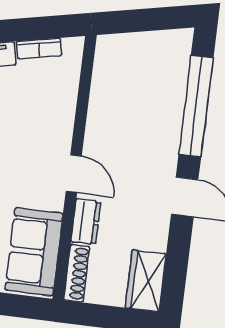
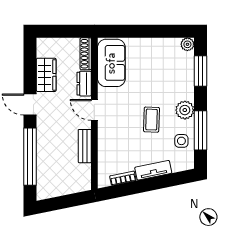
bench: (98, 113) -> (85, 146), added
wardrobe: (146, 281) -> (46, 75), moved

